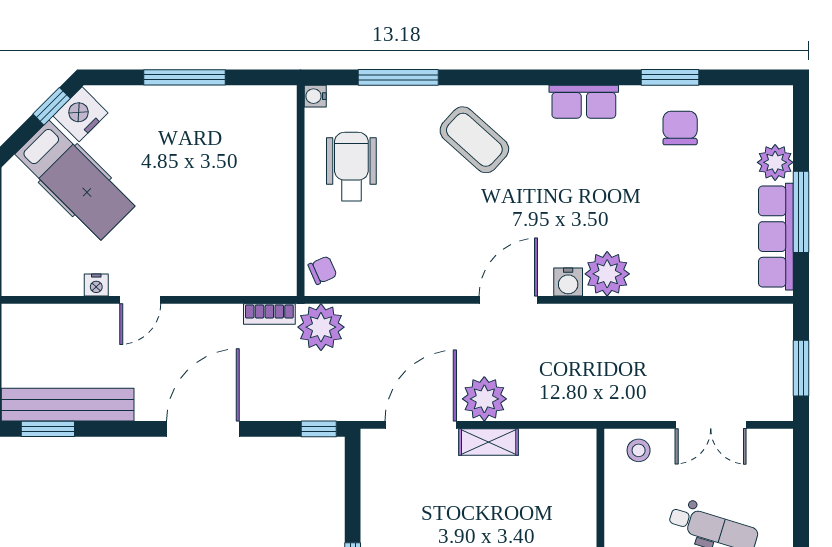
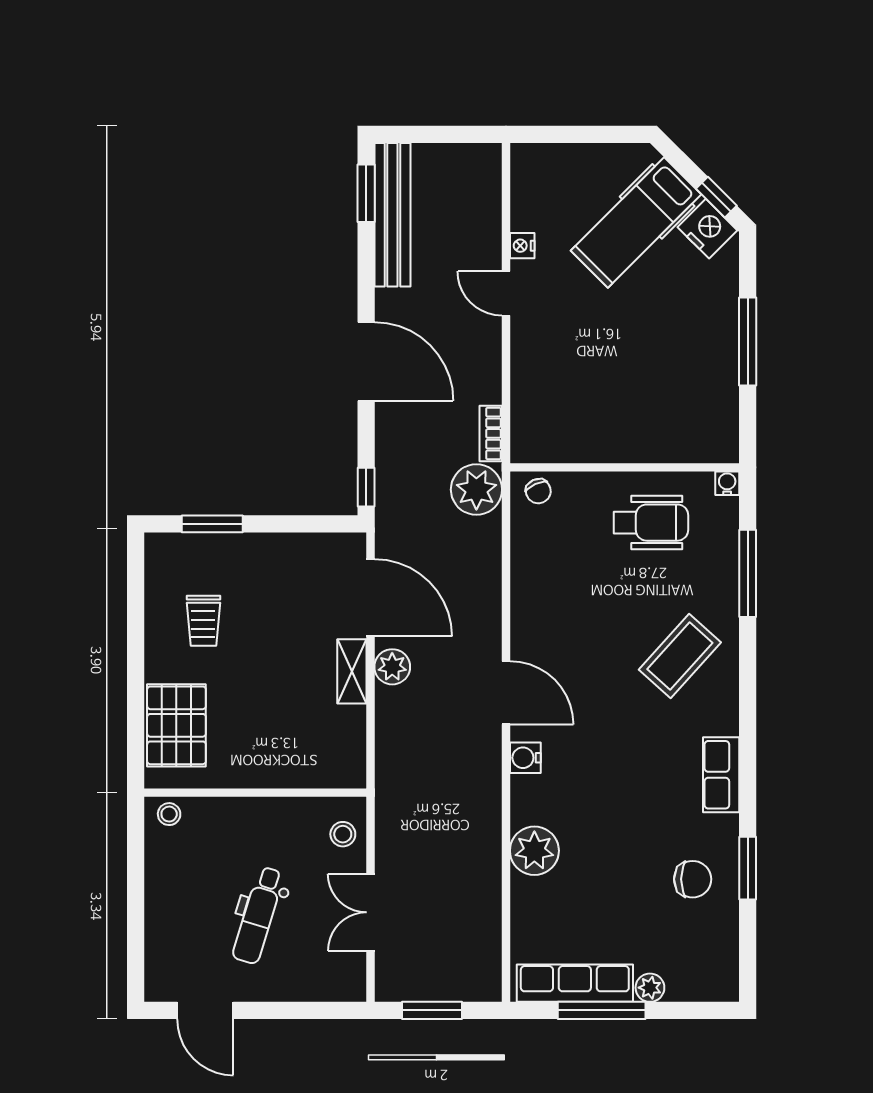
plant: (775, 162) -> (650, 988), width x0.73, depth x0.73
plant: (607, 274) -> (534, 851), moved
plant: (484, 399) -> (392, 667), width x0.73, depth x0.73

